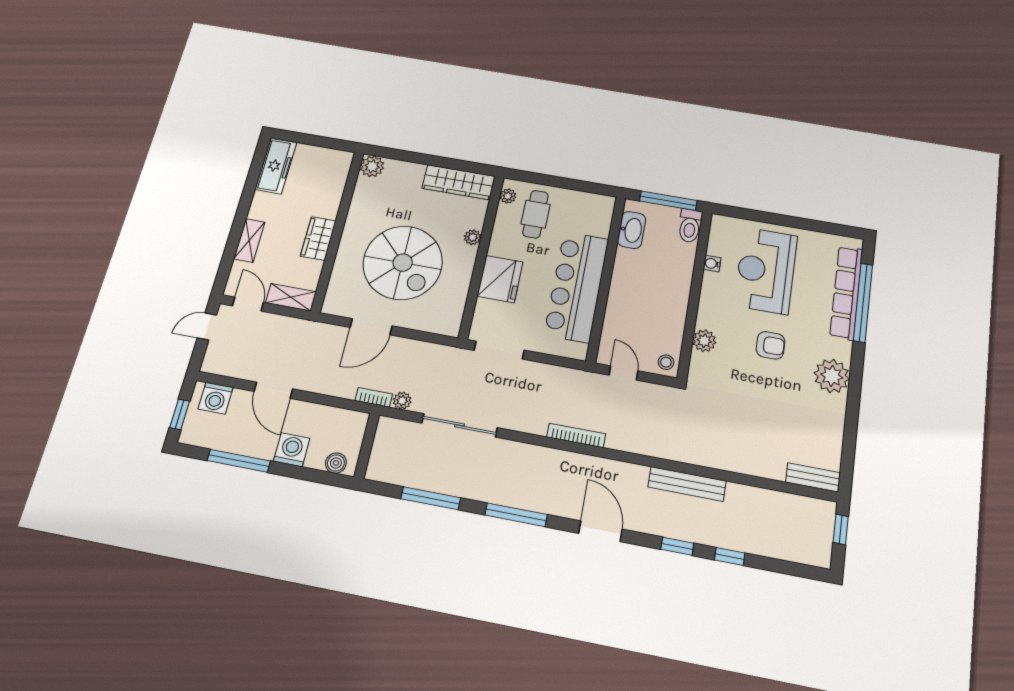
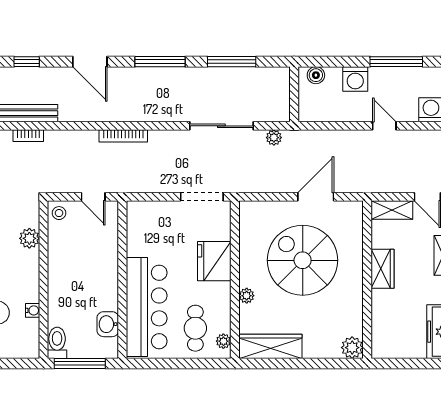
washbasin: (632, 230) -> (108, 324), width x0.72
bar counter: (577, 287) -> (147, 307), moved
door: (273, 390) -> (384, 126), width x0.73
bookcase: (374, 397) -> (28, 136), moved

